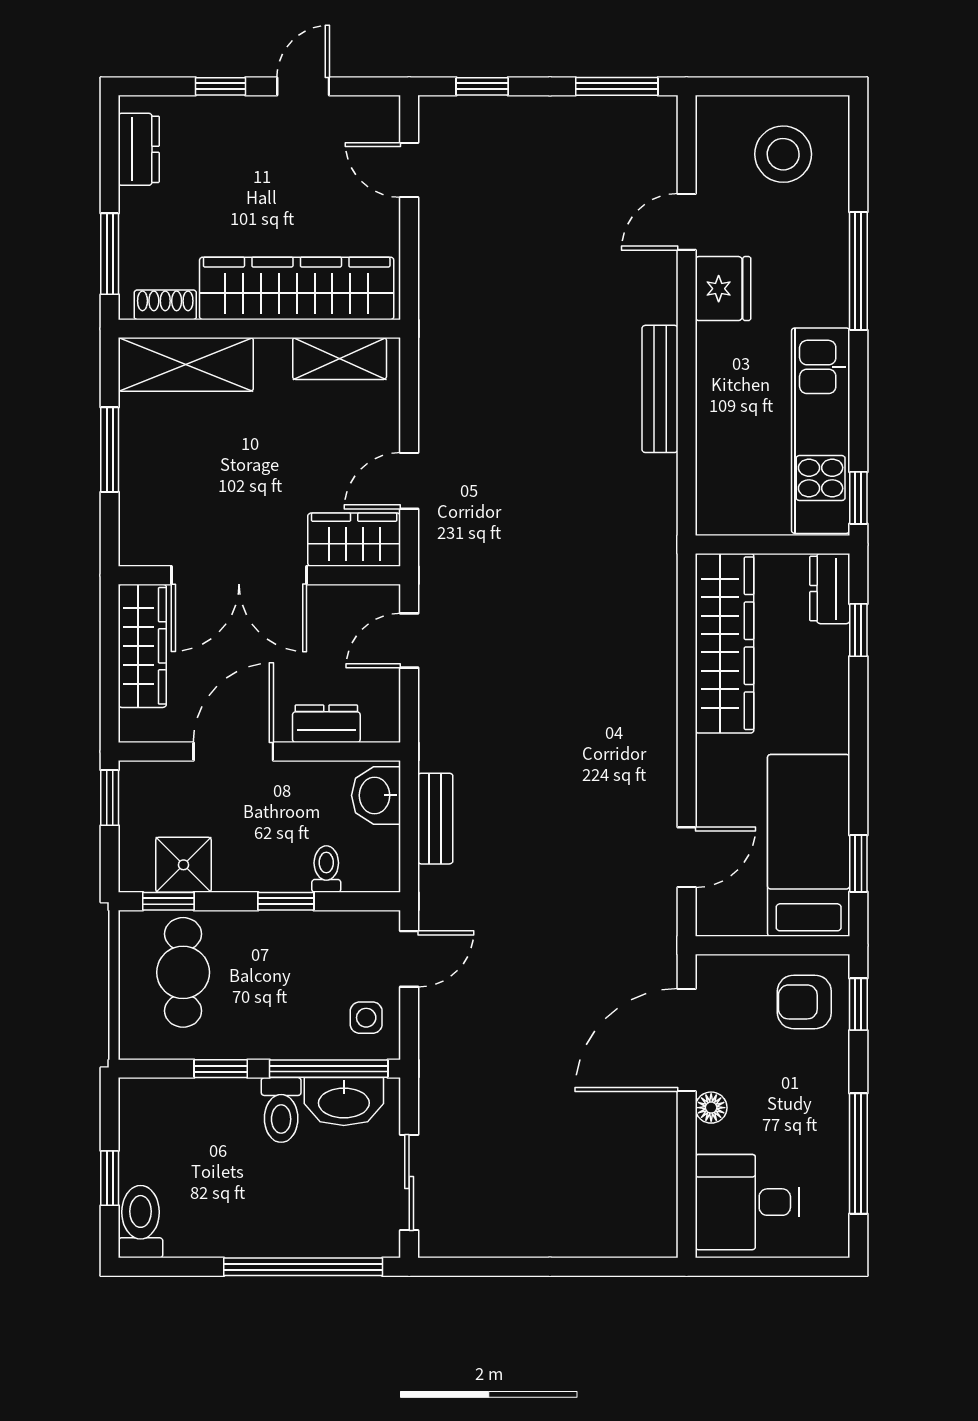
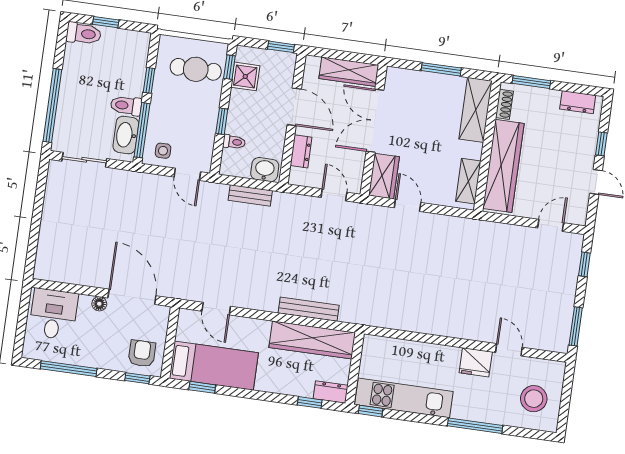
bench: (660, 389) -> (309, 309), moved

